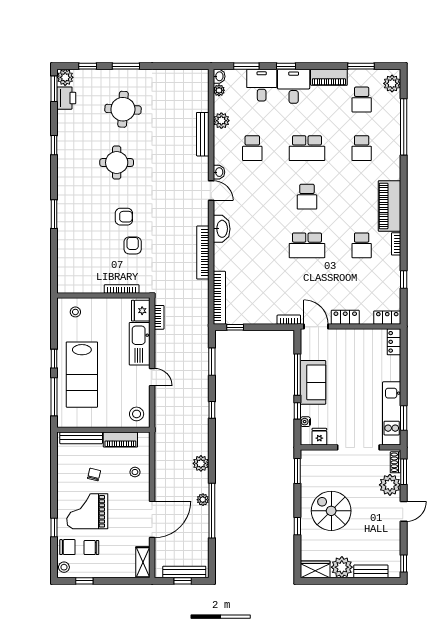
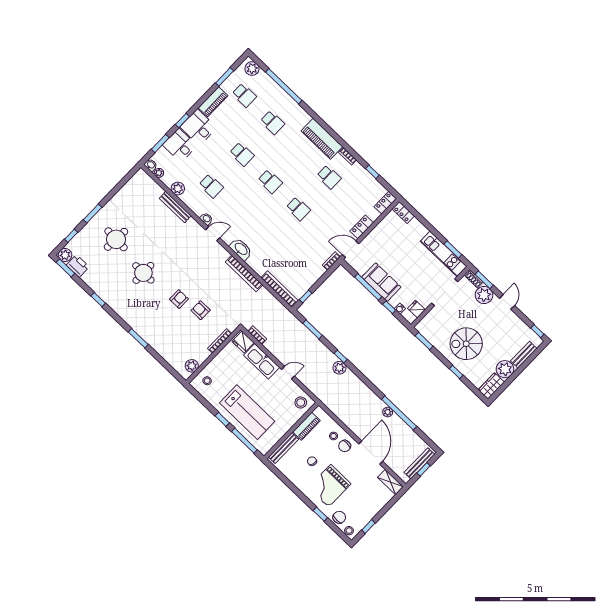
school desk: (307, 148) -> (242, 154), width x0.54
school desk: (307, 245) -> (298, 209), width x0.54
plant: (75, 285) -> (192, 366), added
plant: (201, 463) -> (339, 368), moved
chair: (91, 548) -> (345, 446), moved

